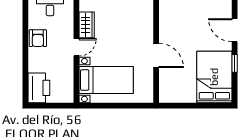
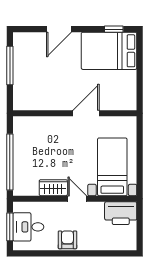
armchair: (38, 38) -> (67, 240), turned -90
window: (235, 63) -> (114, 29), moved
printer: (39, 88) -> (121, 213), moved, turned 180

